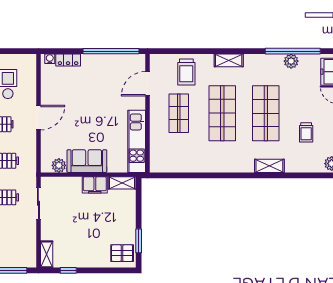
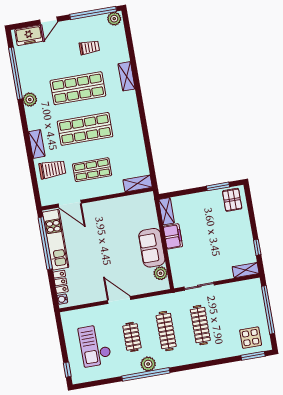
shelving: (229, 60) -> (37, 144), moved
plant: (291, 61) -> (30, 100), moved
kitchen unit: (137, 141) -> (56, 240), moved, turned -90
shelving: (156, 158) -> (138, 184), added

